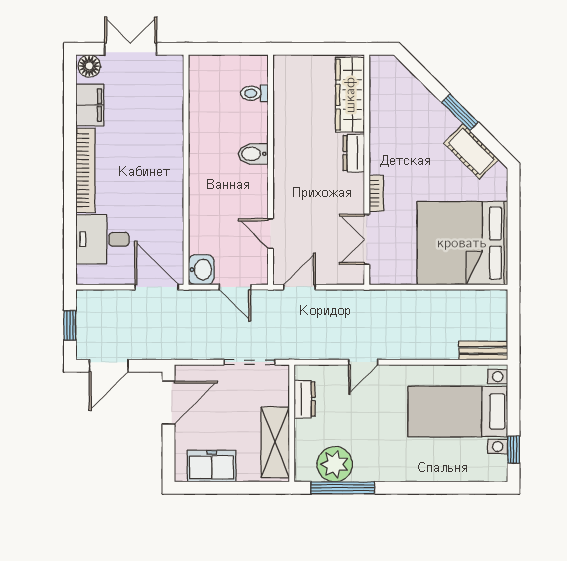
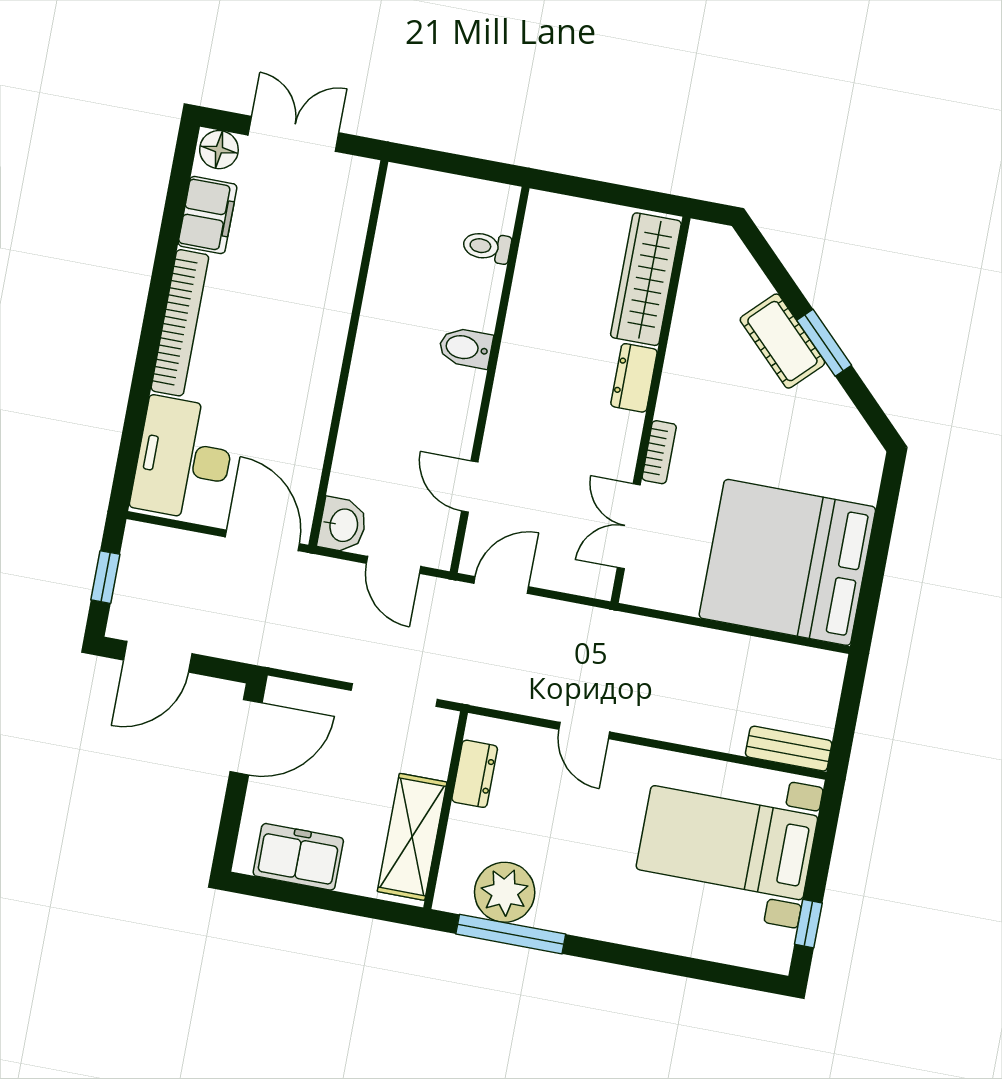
cot: (471, 151) -> (782, 341), moved
desk: (102, 239) -> (184, 459), width x1.37
door: (363, 362) -> (584, 731), hinge flipped

